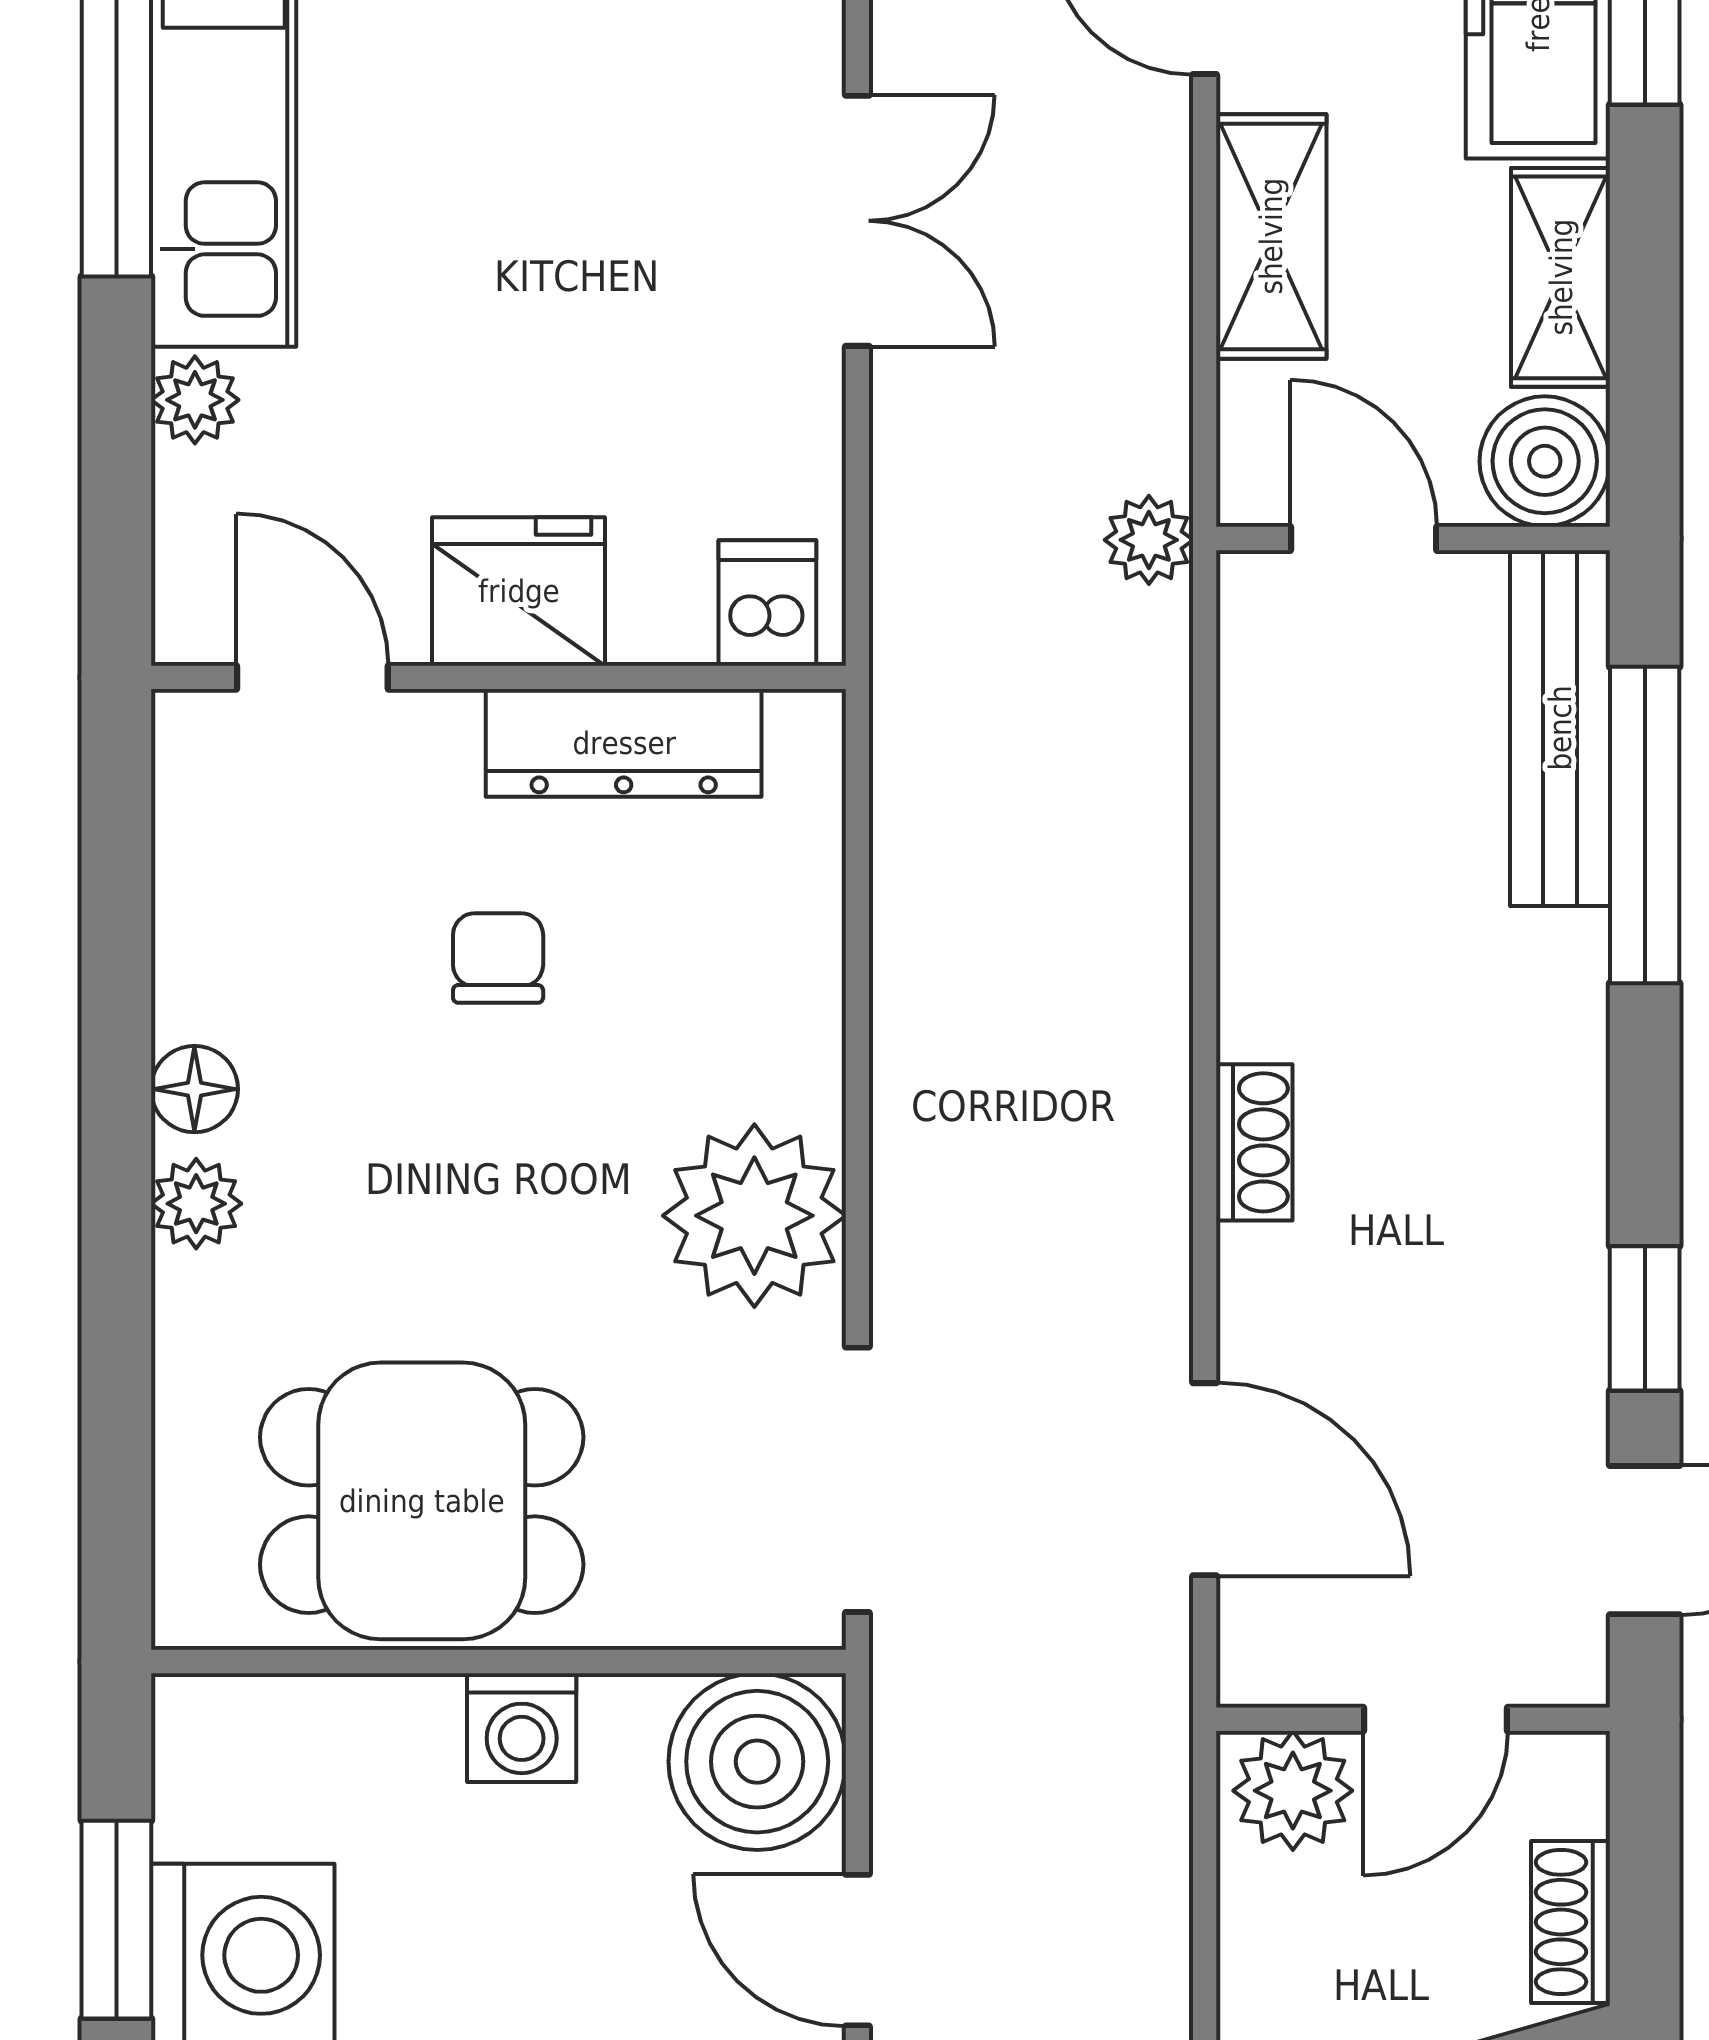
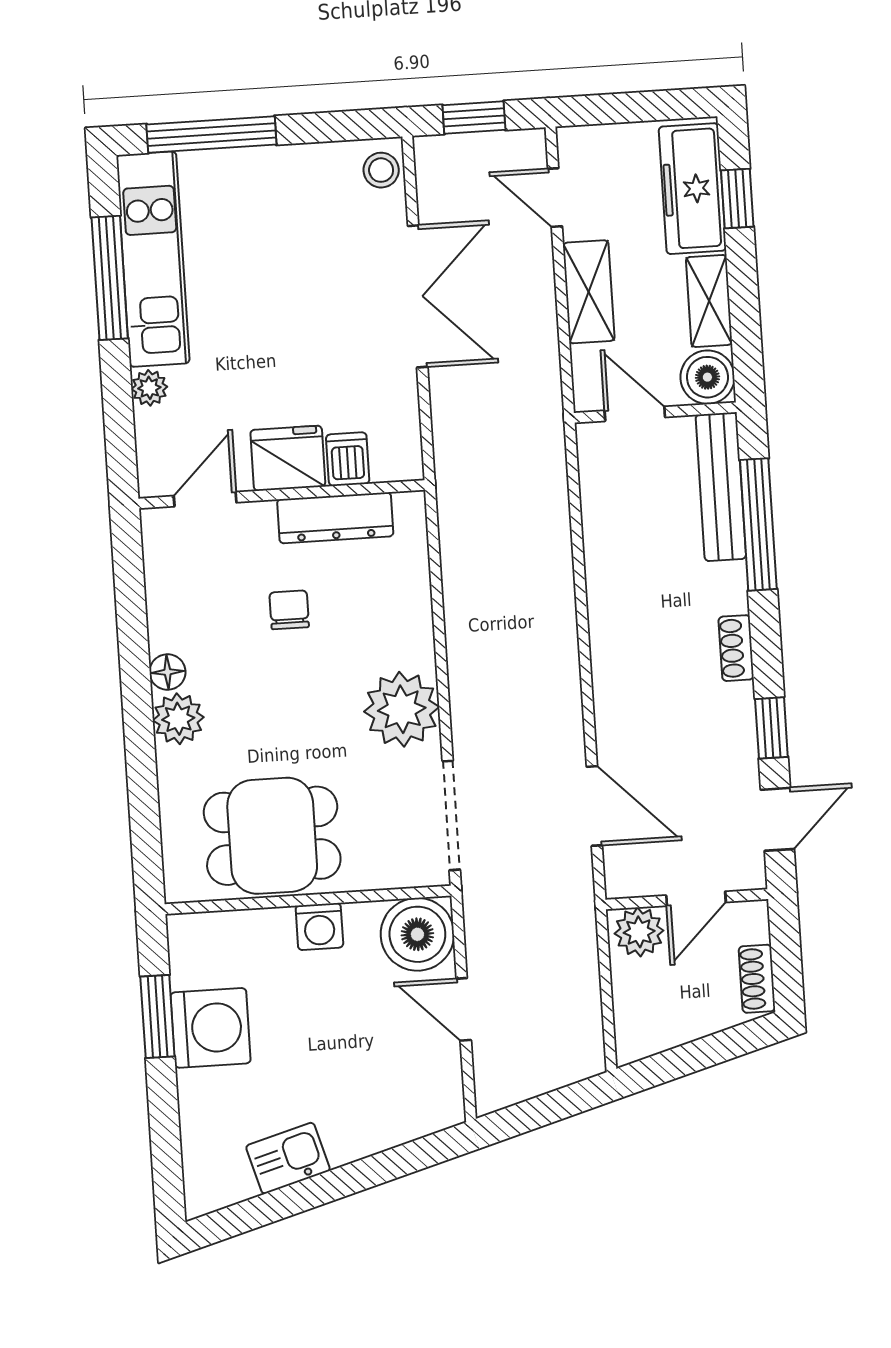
double door: (857, 221) -> (418, 296), width x1.37
plant: (1149, 540) -> (546, 420), removed
dishwasher: (767, 603) -> (348, 459), moved
door: (312, 677) -> (205, 499), hinge flipped
shoe rack: (1254, 1142) -> (736, 648), moved, turned 180
plant: (196, 1204) -> (178, 719), width x1.38, depth x1.38

